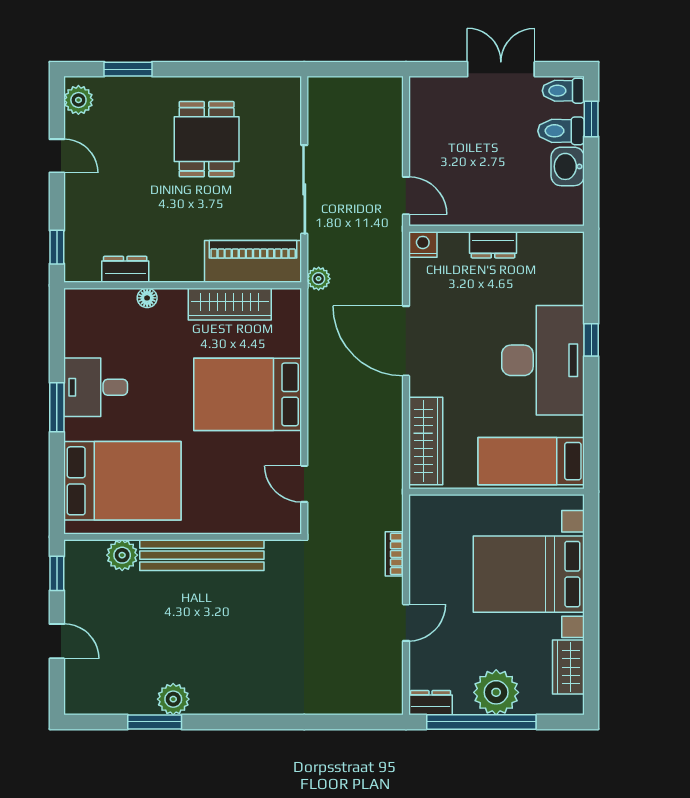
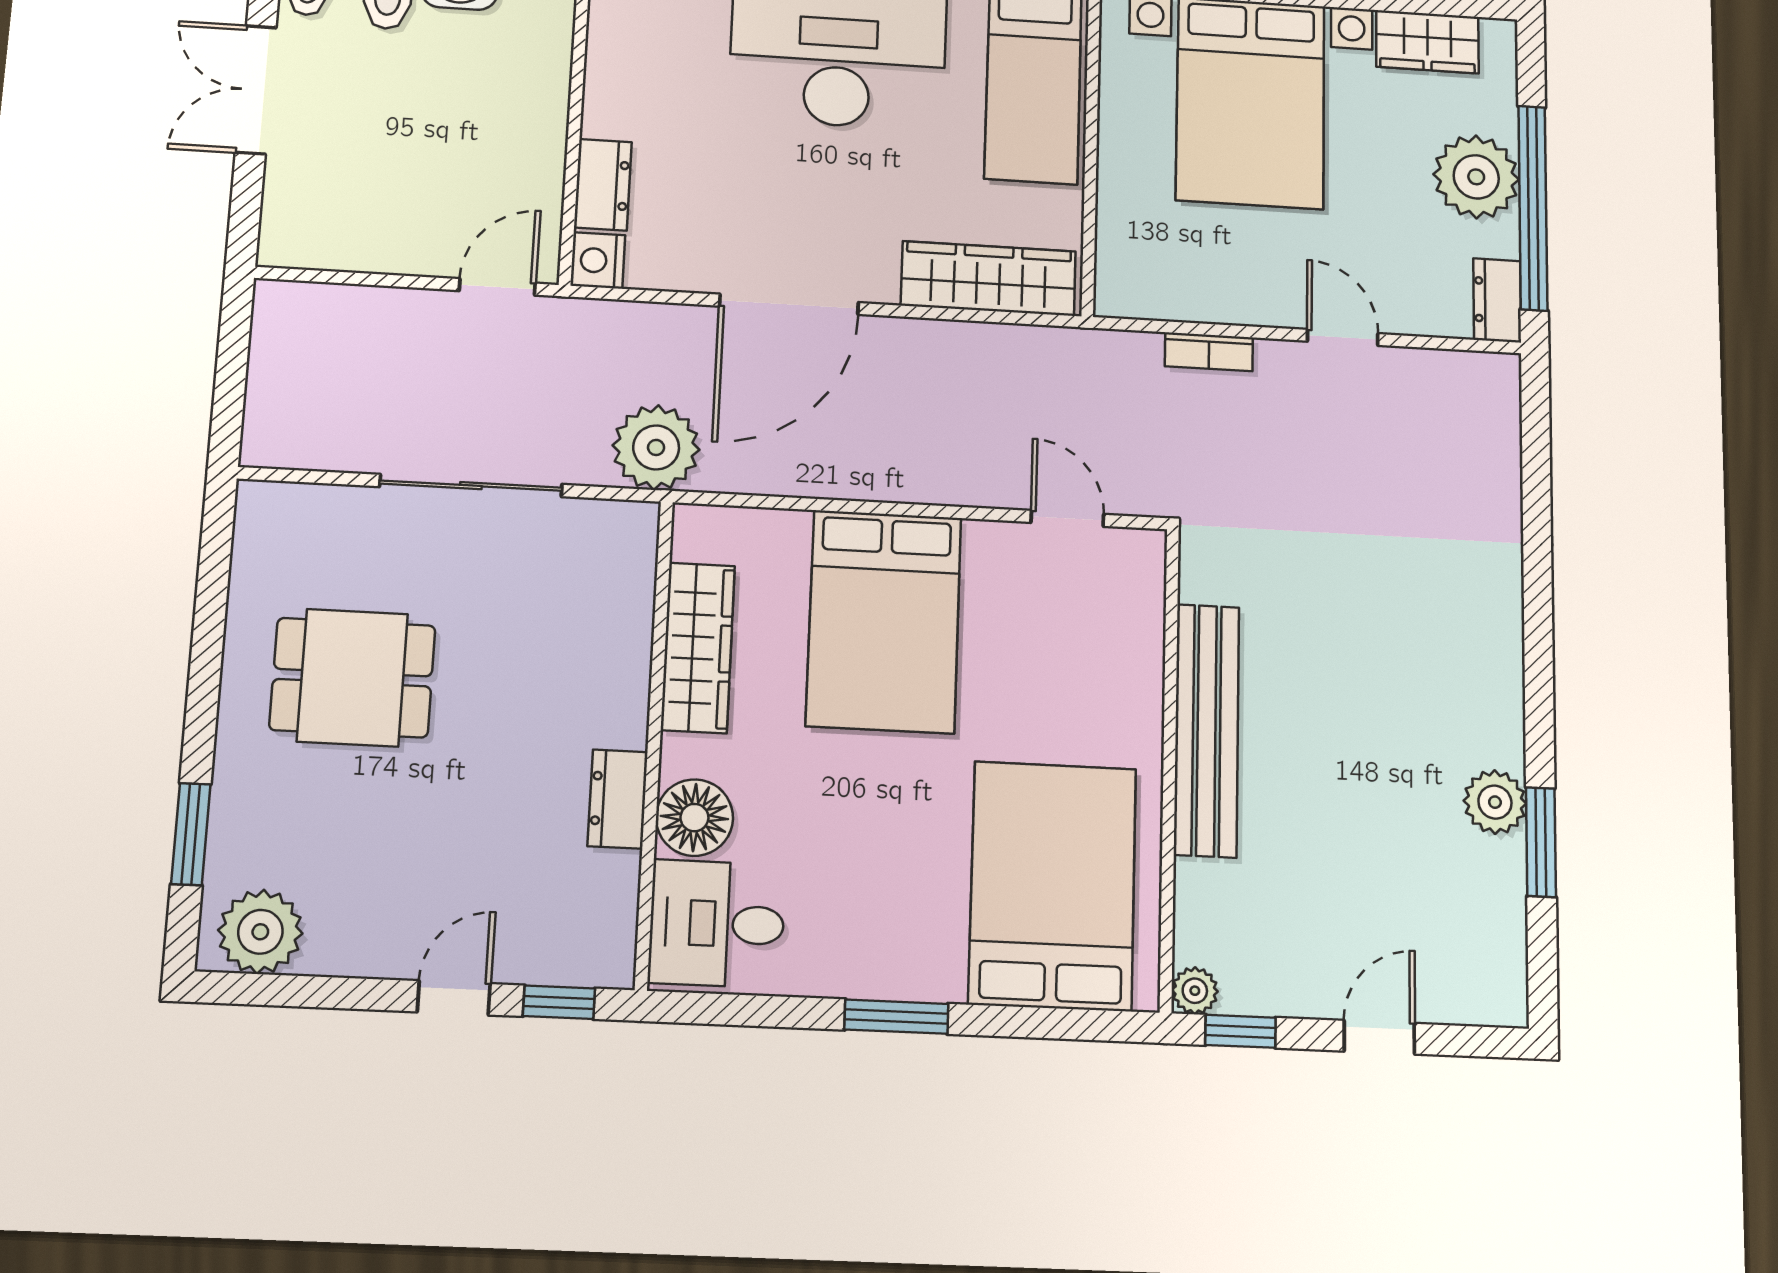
plant: (78, 100) -> (260, 932), width x1.36, depth x1.36
door: (57, 156) -> (454, 998), moved
dresser: (493, 245) -> (603, 185), moved
piano: (253, 261) -> (613, 596), removed
dresser: (125, 269) -> (618, 799), moved
plant: (319, 279) -> (656, 447), width x1.88, depth x1.88
floor lamp: (147, 298) -> (694, 818), width x1.89, depth x1.89
desk: (96, 387) -> (717, 924), moved, turned 90
door: (304, 484) -> (1067, 518), swing flipped
plant: (122, 555) -> (1195, 991), moved, width x0.73, depth x0.73

